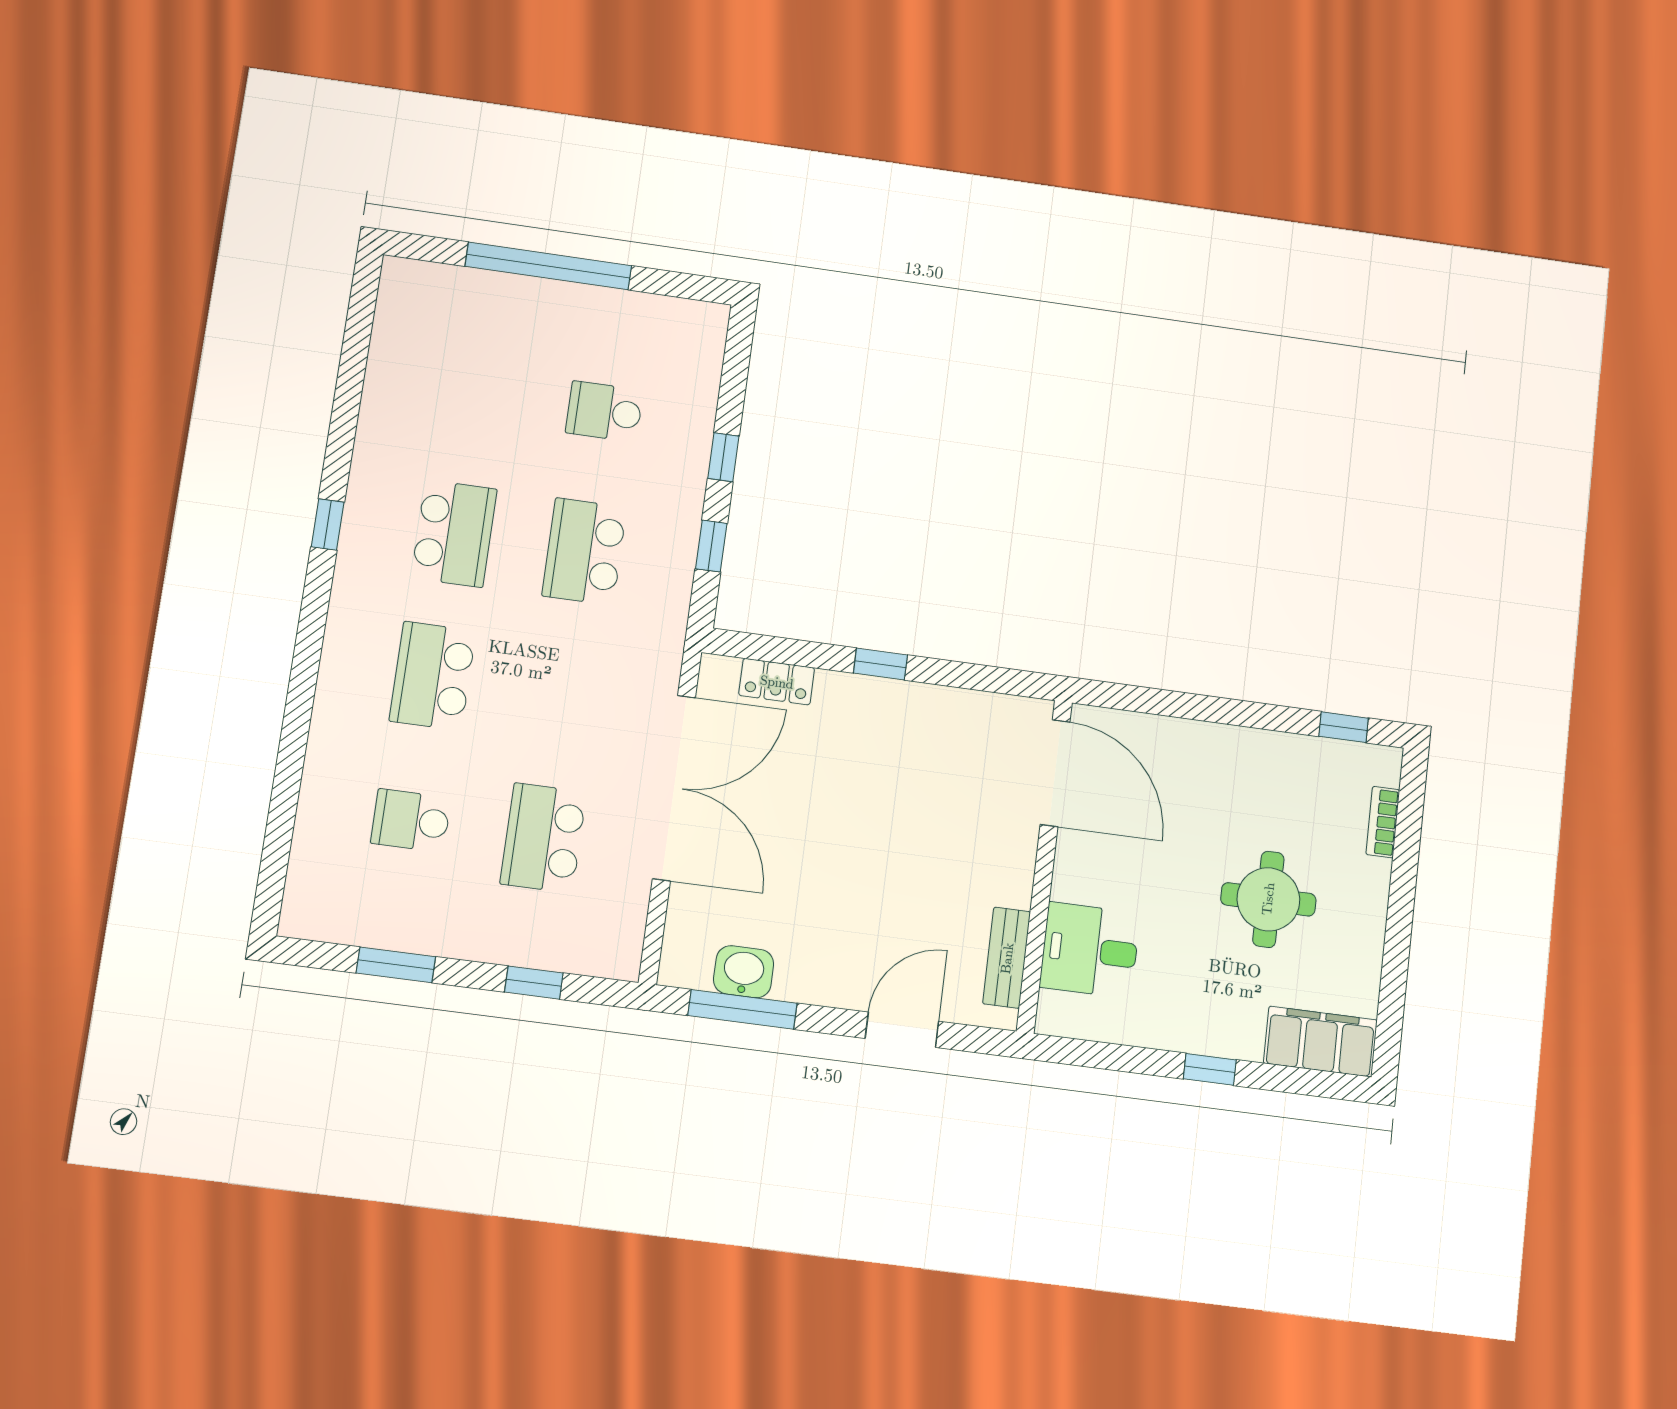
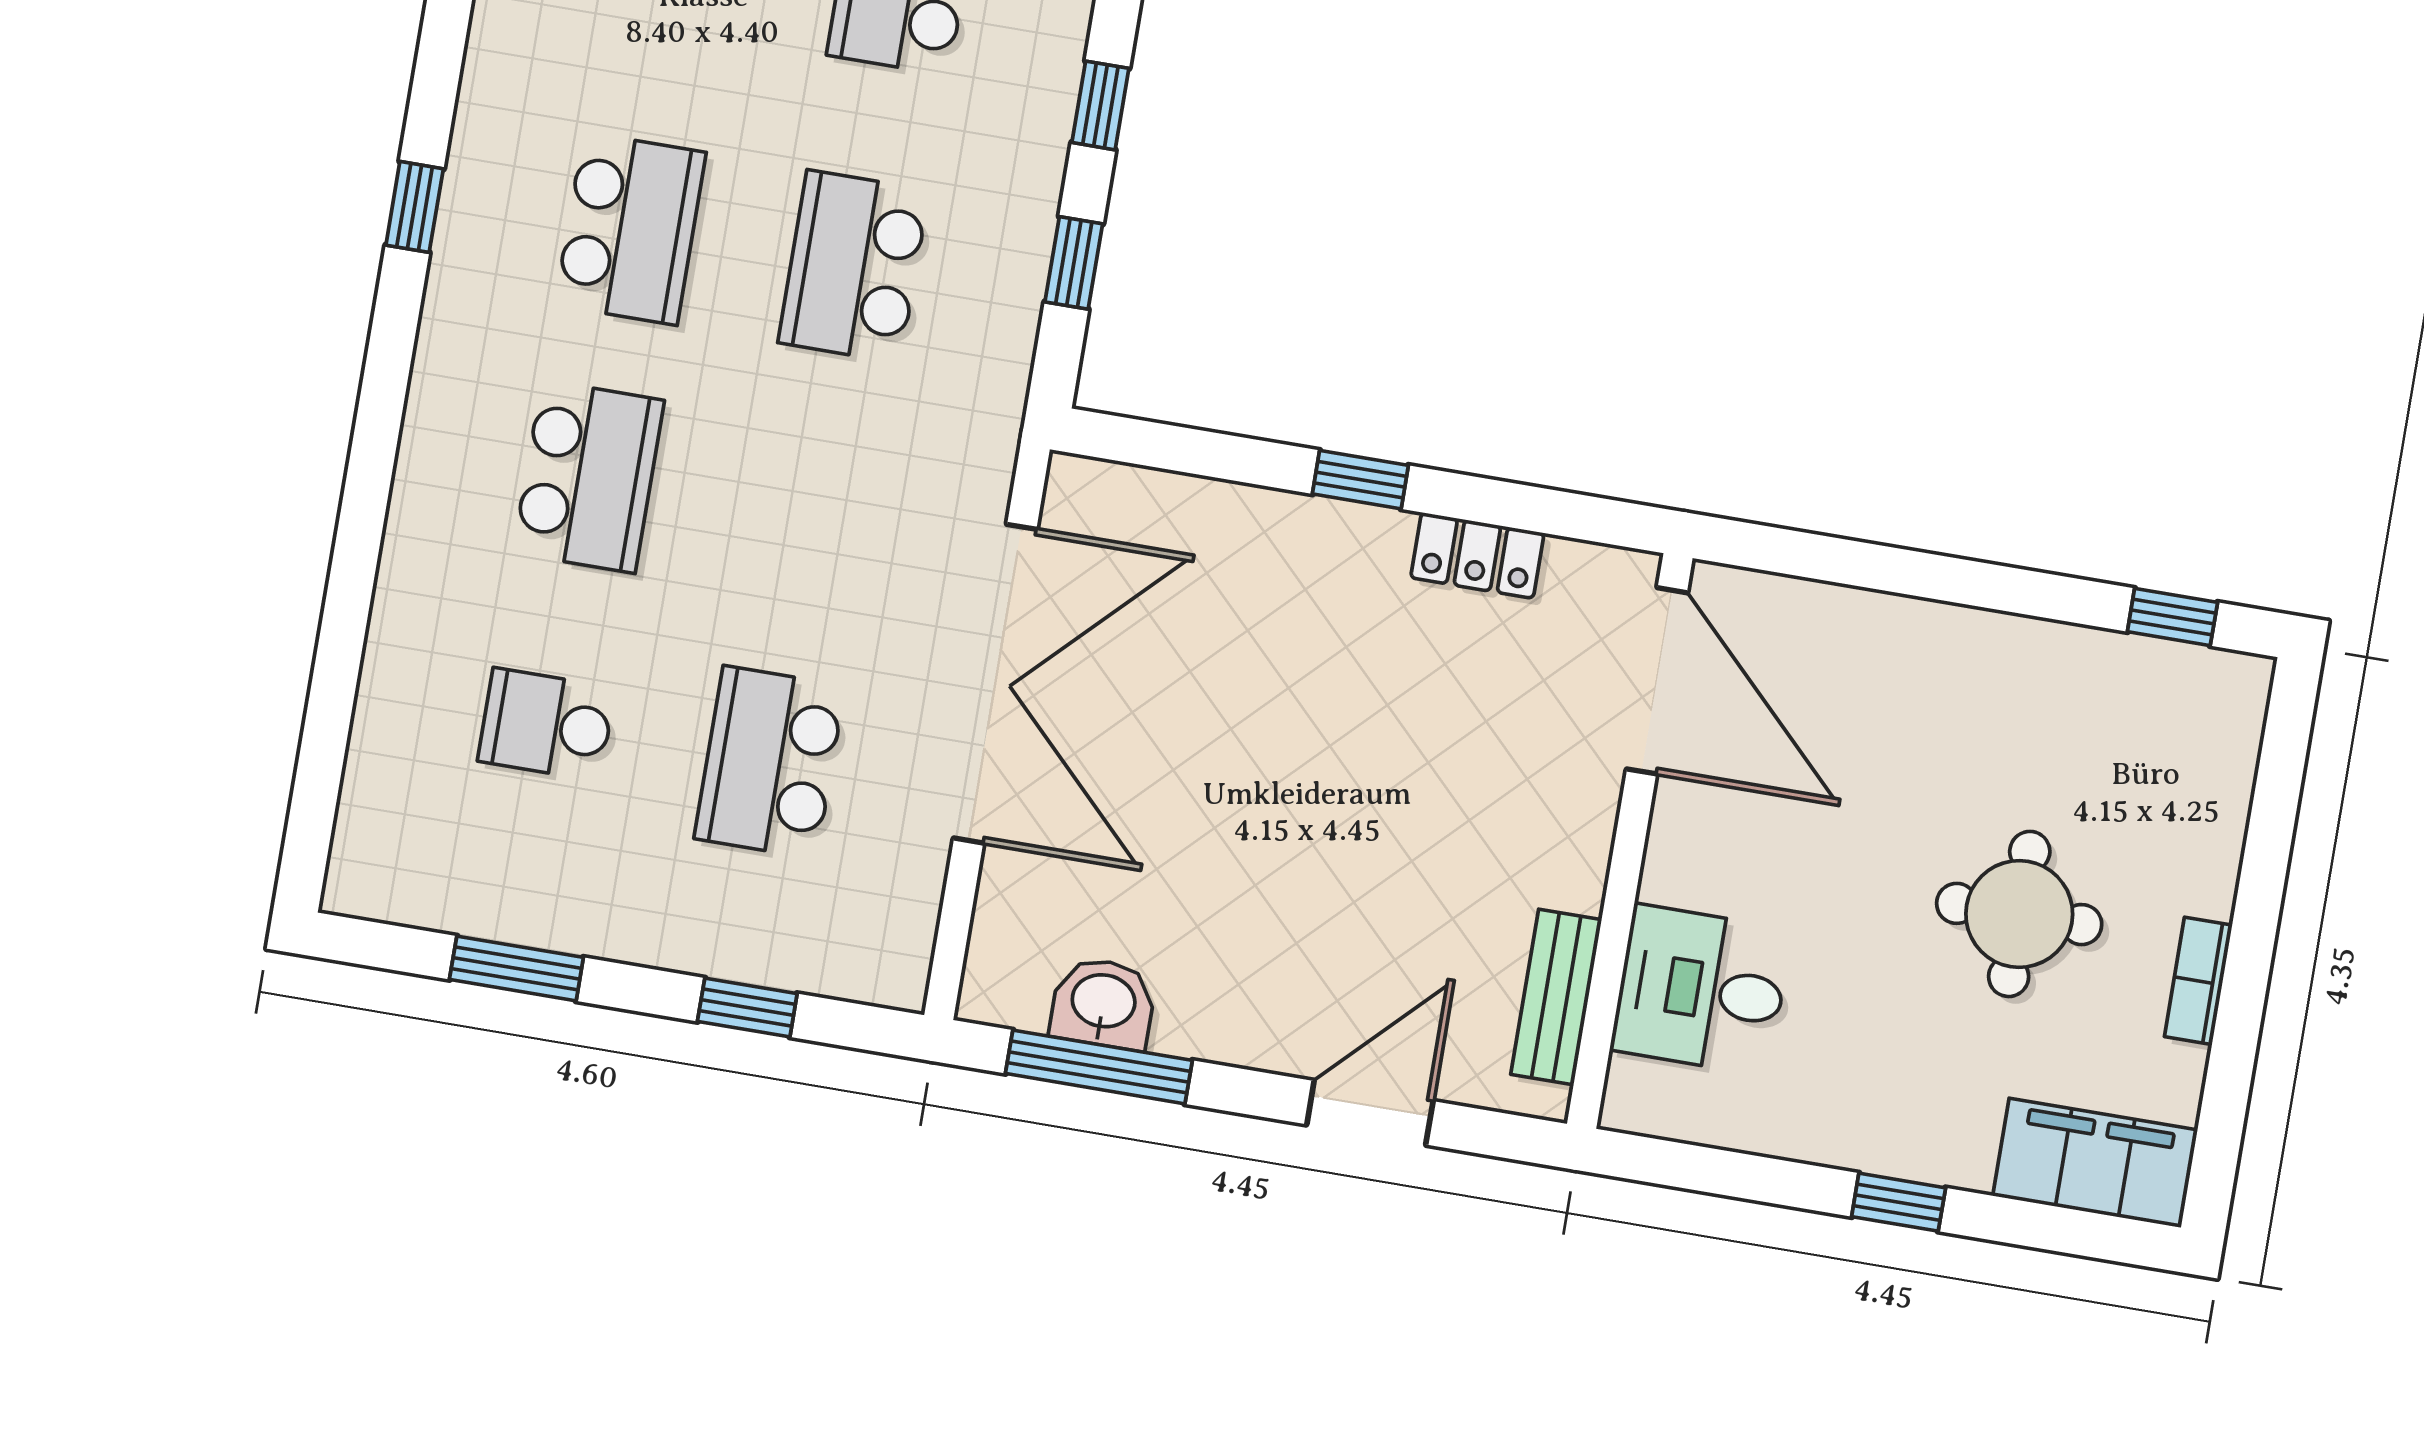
school desk: (433, 676) -> (588, 477), turned 180
locker: (777, 682) -> (1477, 555), moved
bookcase: (1383, 822) -> (2198, 981), moved

